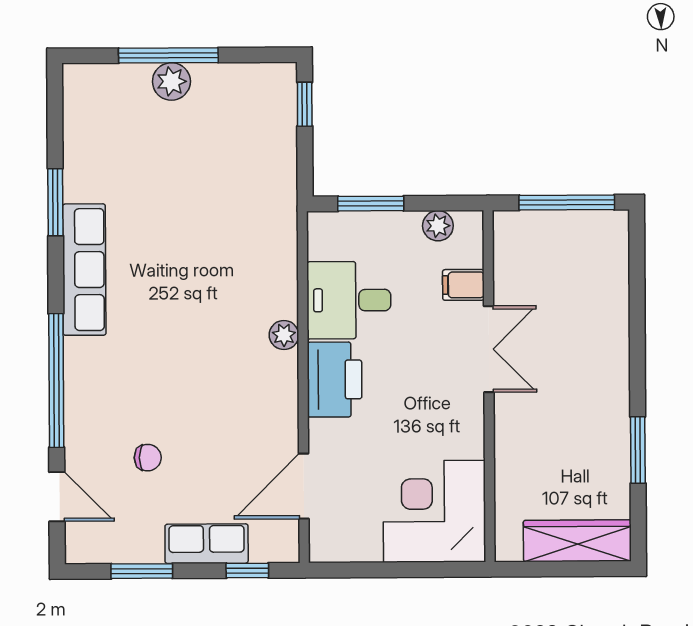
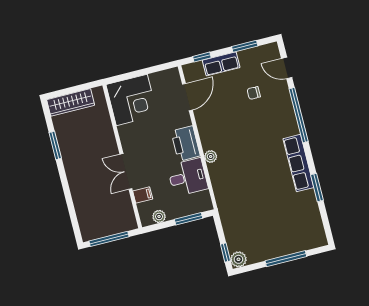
plant: (171, 81) -> (238, 259), moved

